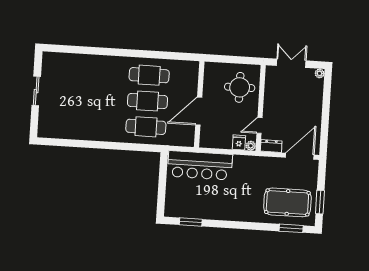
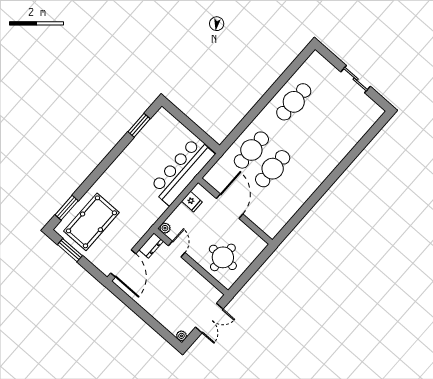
cafe table: (149, 75) -> (294, 102), moved
fridge: (239, 142) -> (192, 202), moved

